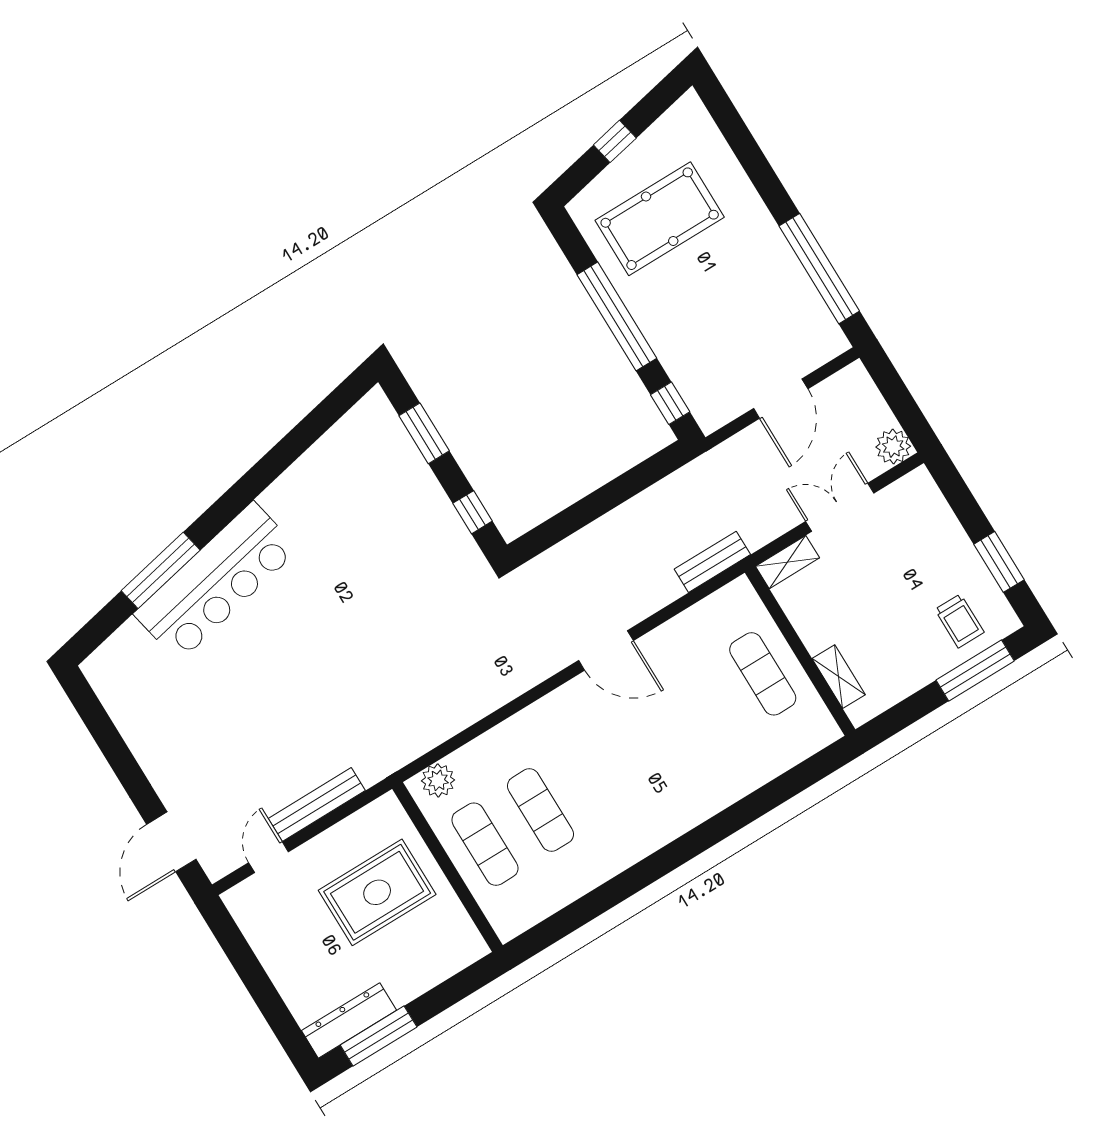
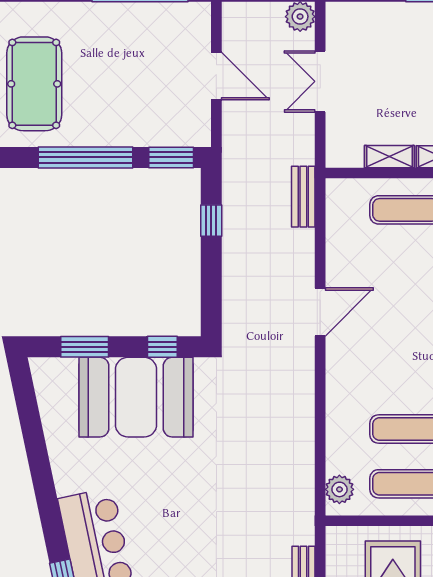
window: (670, 403) -> (171, 157), width x1.50
window: (631, 483) -> (211, 221), added
booth: (405, 517) -> (136, 397), added
shelving: (787, 562) -> (389, 157), moved, turned 90

